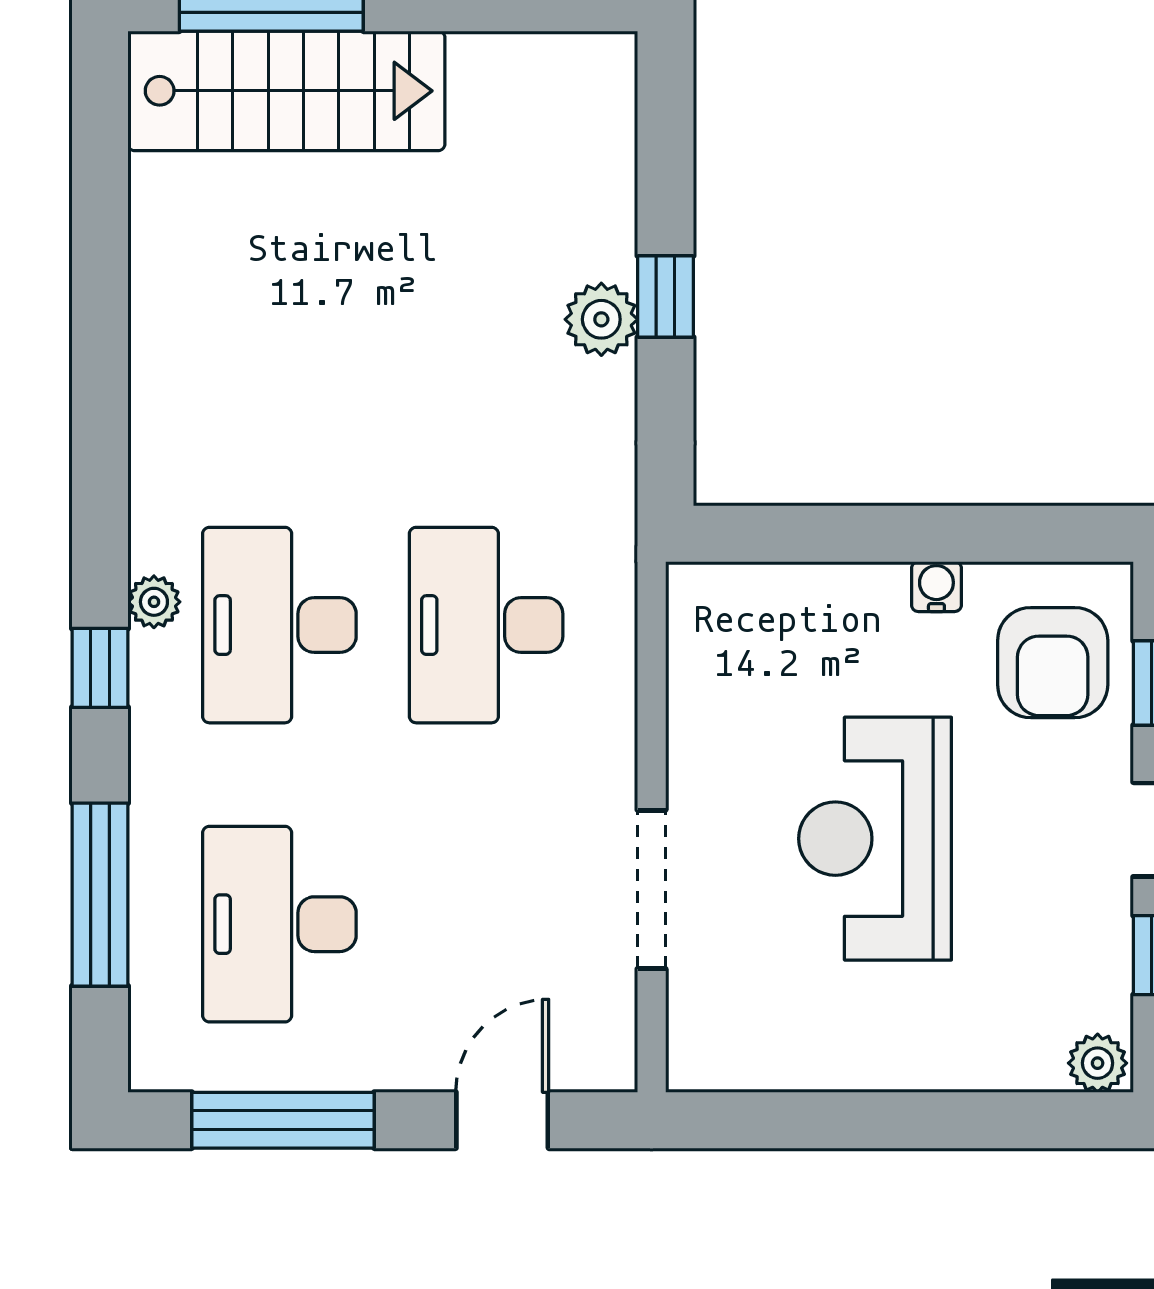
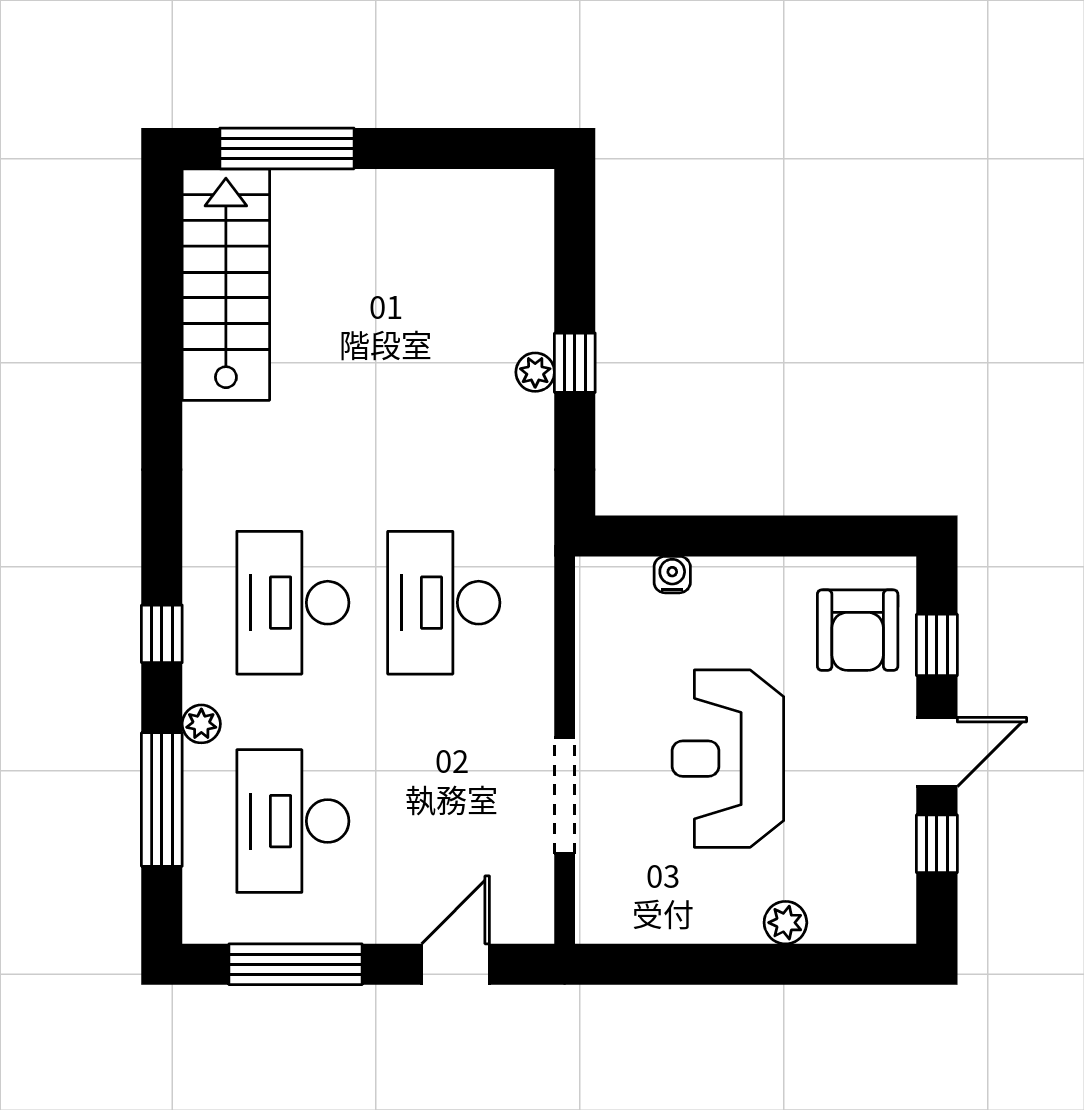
stairs: (286, 91) -> (226, 285), moved, turned -90
plant: (601, 319) -> (535, 372), width x0.73, depth x0.73
water cooler: (936, 587) -> (672, 575), moved
plant: (154, 602) -> (201, 724), moved
plant: (1098, 1063) -> (785, 923), moved

